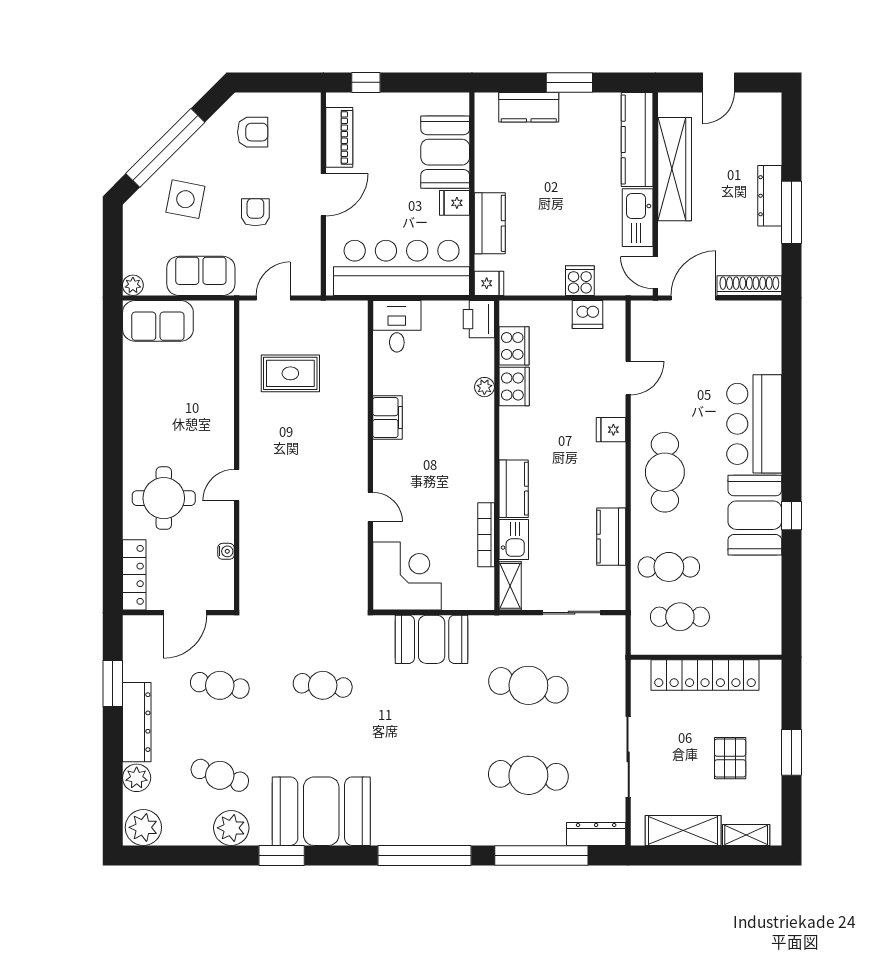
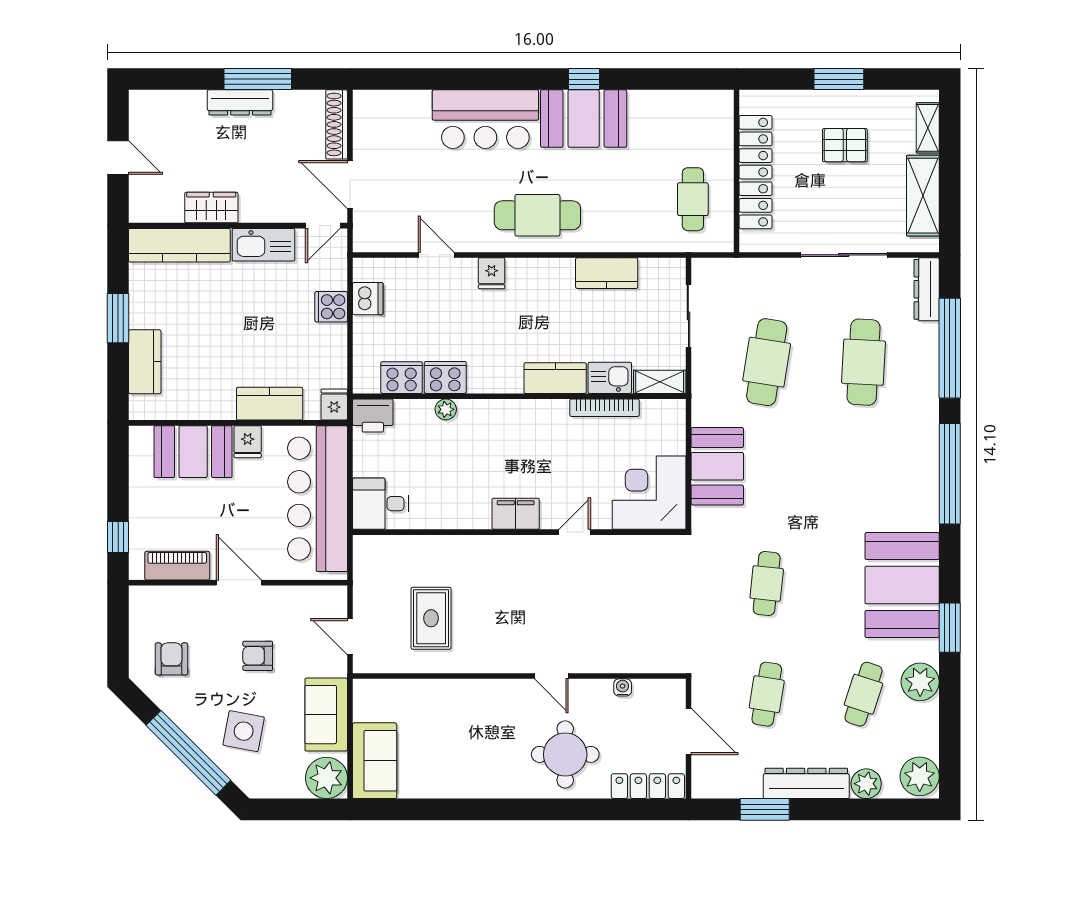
wardrobe: (675, 169) -> (211, 208), width x0.48, depth x0.85
plant: (133, 285) -> (326, 778), width x1.87, depth x1.87
filing cabinet: (387, 418) -> (516, 514), moved
cafe table: (669, 567) -> (639, 211), removed

